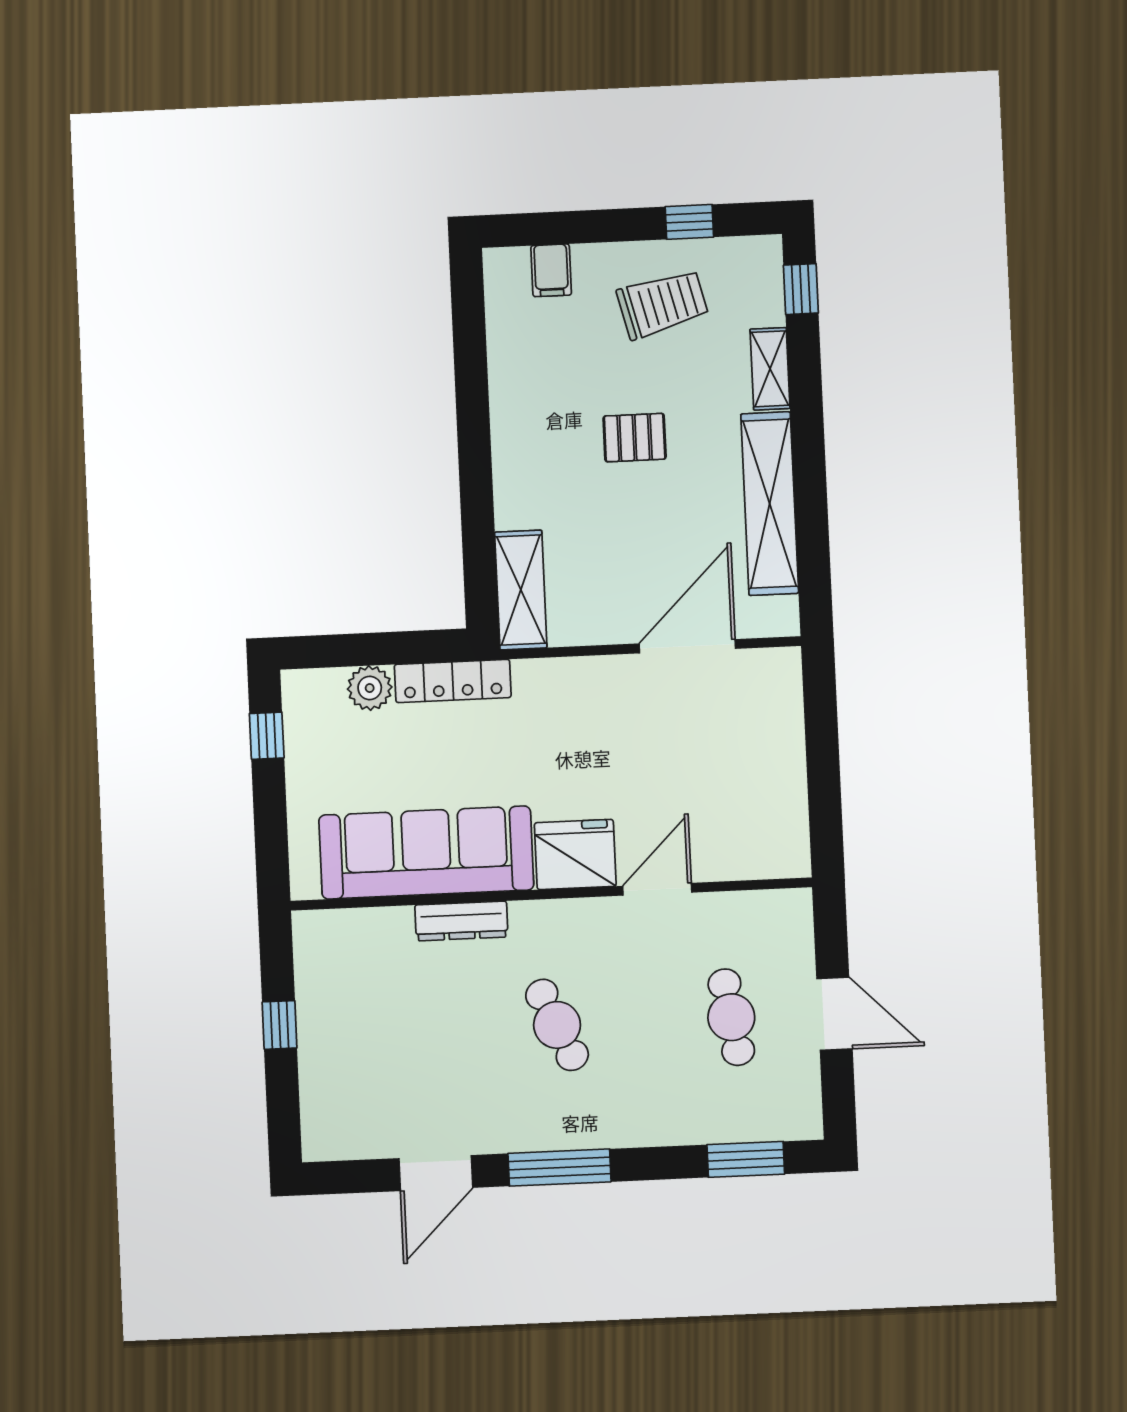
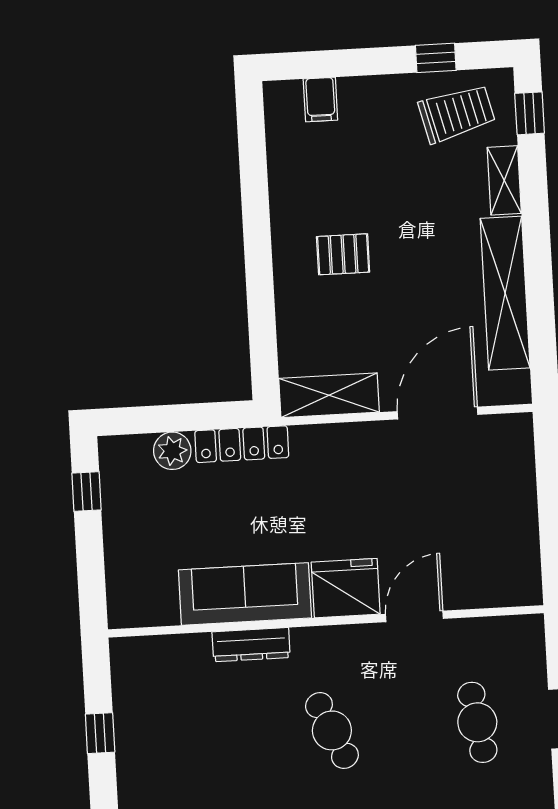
trolley: (663, 304) -> (457, 113), moved
pallet: (635, 438) -> (343, 254), moved
shelving: (521, 590) -> (329, 395), moved, turned 90
sofa: (426, 853) -> (245, 594), width x0.74, depth x0.79

